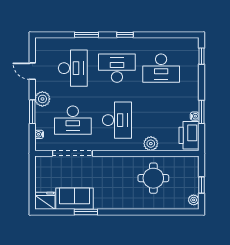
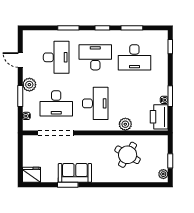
window: (158, 35) -> (132, 28), added
round table: (153, 178) -> (128, 155), turned 30
sofa: (75, 199) -> (75, 173), moved

